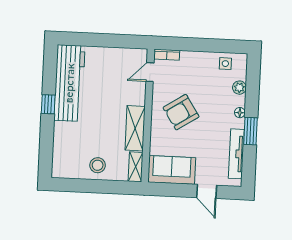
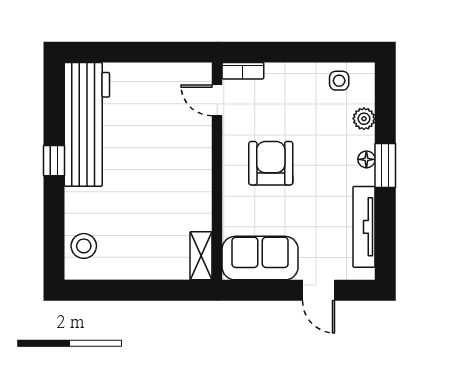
door: (150, 72) -> (217, 100), hinge flipped
armchair: (181, 112) -> (271, 163), turned 123
shelving: (135, 128) -> (197, 193), removed
window: (250, 131) -> (385, 166), moved
stool: (98, 165) -> (84, 246), moved

